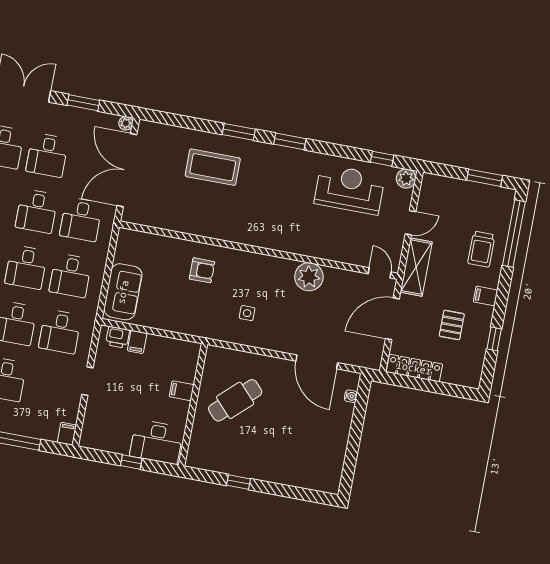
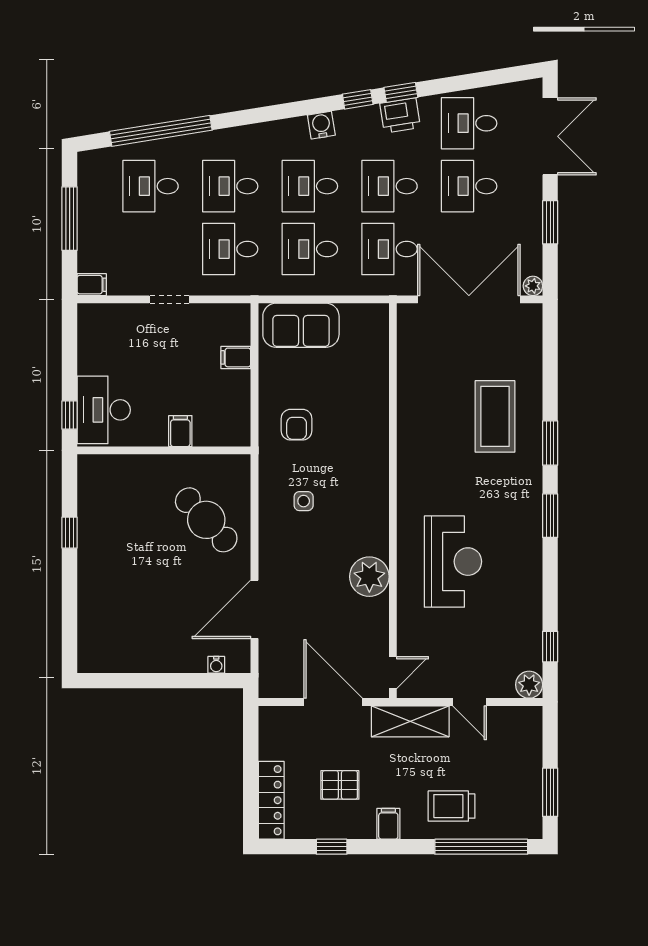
reception desk: (349, 189) -> (453, 562), moved
armchair: (202, 270) -> (297, 425), moved
printer: (118, 337) -> (237, 330), removed
locker: (414, 368) -> (271, 800), moved
cafe table: (235, 400) -> (206, 520), moved
window: (131, 462) -> (70, 415), moved

